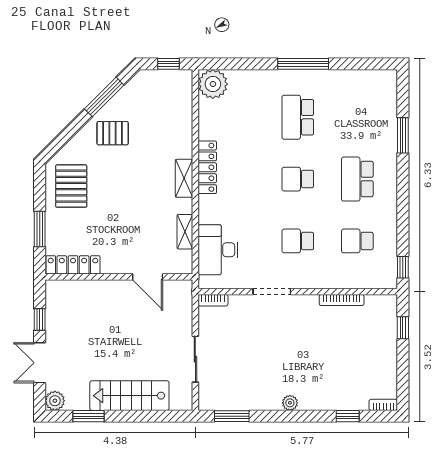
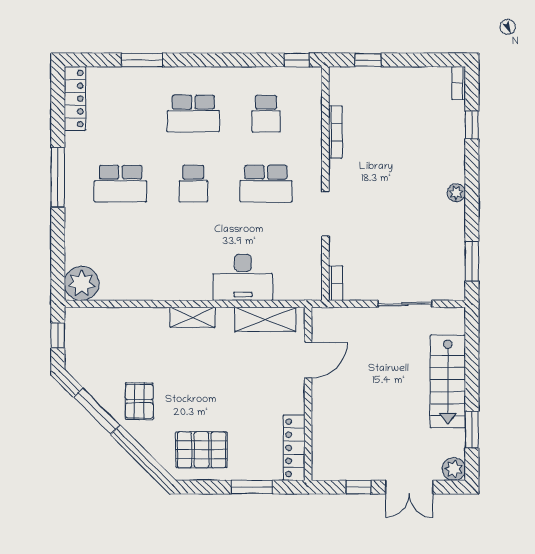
locker: (207, 167) -> (75, 99), moved, turned 90
shelving: (185, 232) -> (265, 319), width x1.50, depth x1.33
school desk: (298, 241) -> (266, 184), width x1.85
desk: (218, 250) -> (243, 277), moved

